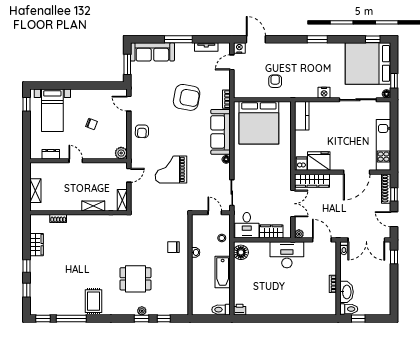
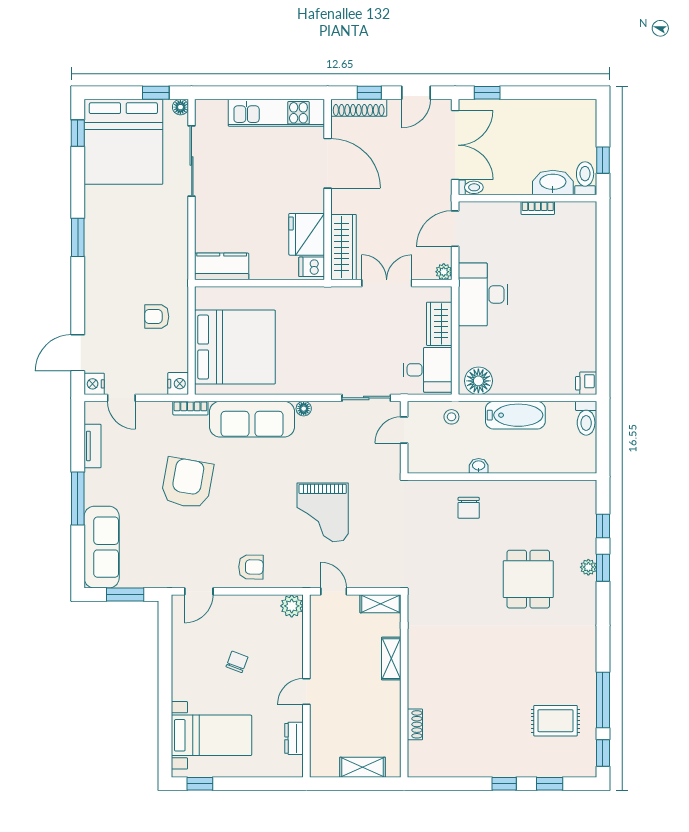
nightstand: (324, 93) -> (178, 384), moved
wardrobe: (37, 245) -> (464, 765), removed
rug: (93, 301) -> (555, 721), moved

